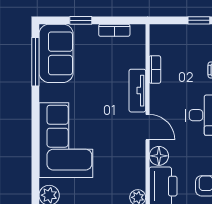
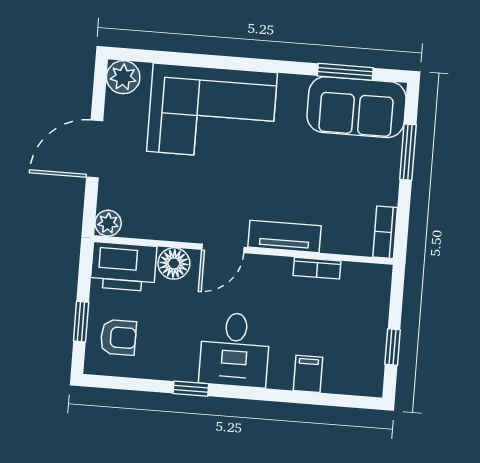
window: (81, 20) -> (408, 152), width x1.50
bookcase: (114, 30) -> (385, 232), moved
window: (35, 62) -> (345, 72), width x0.69

